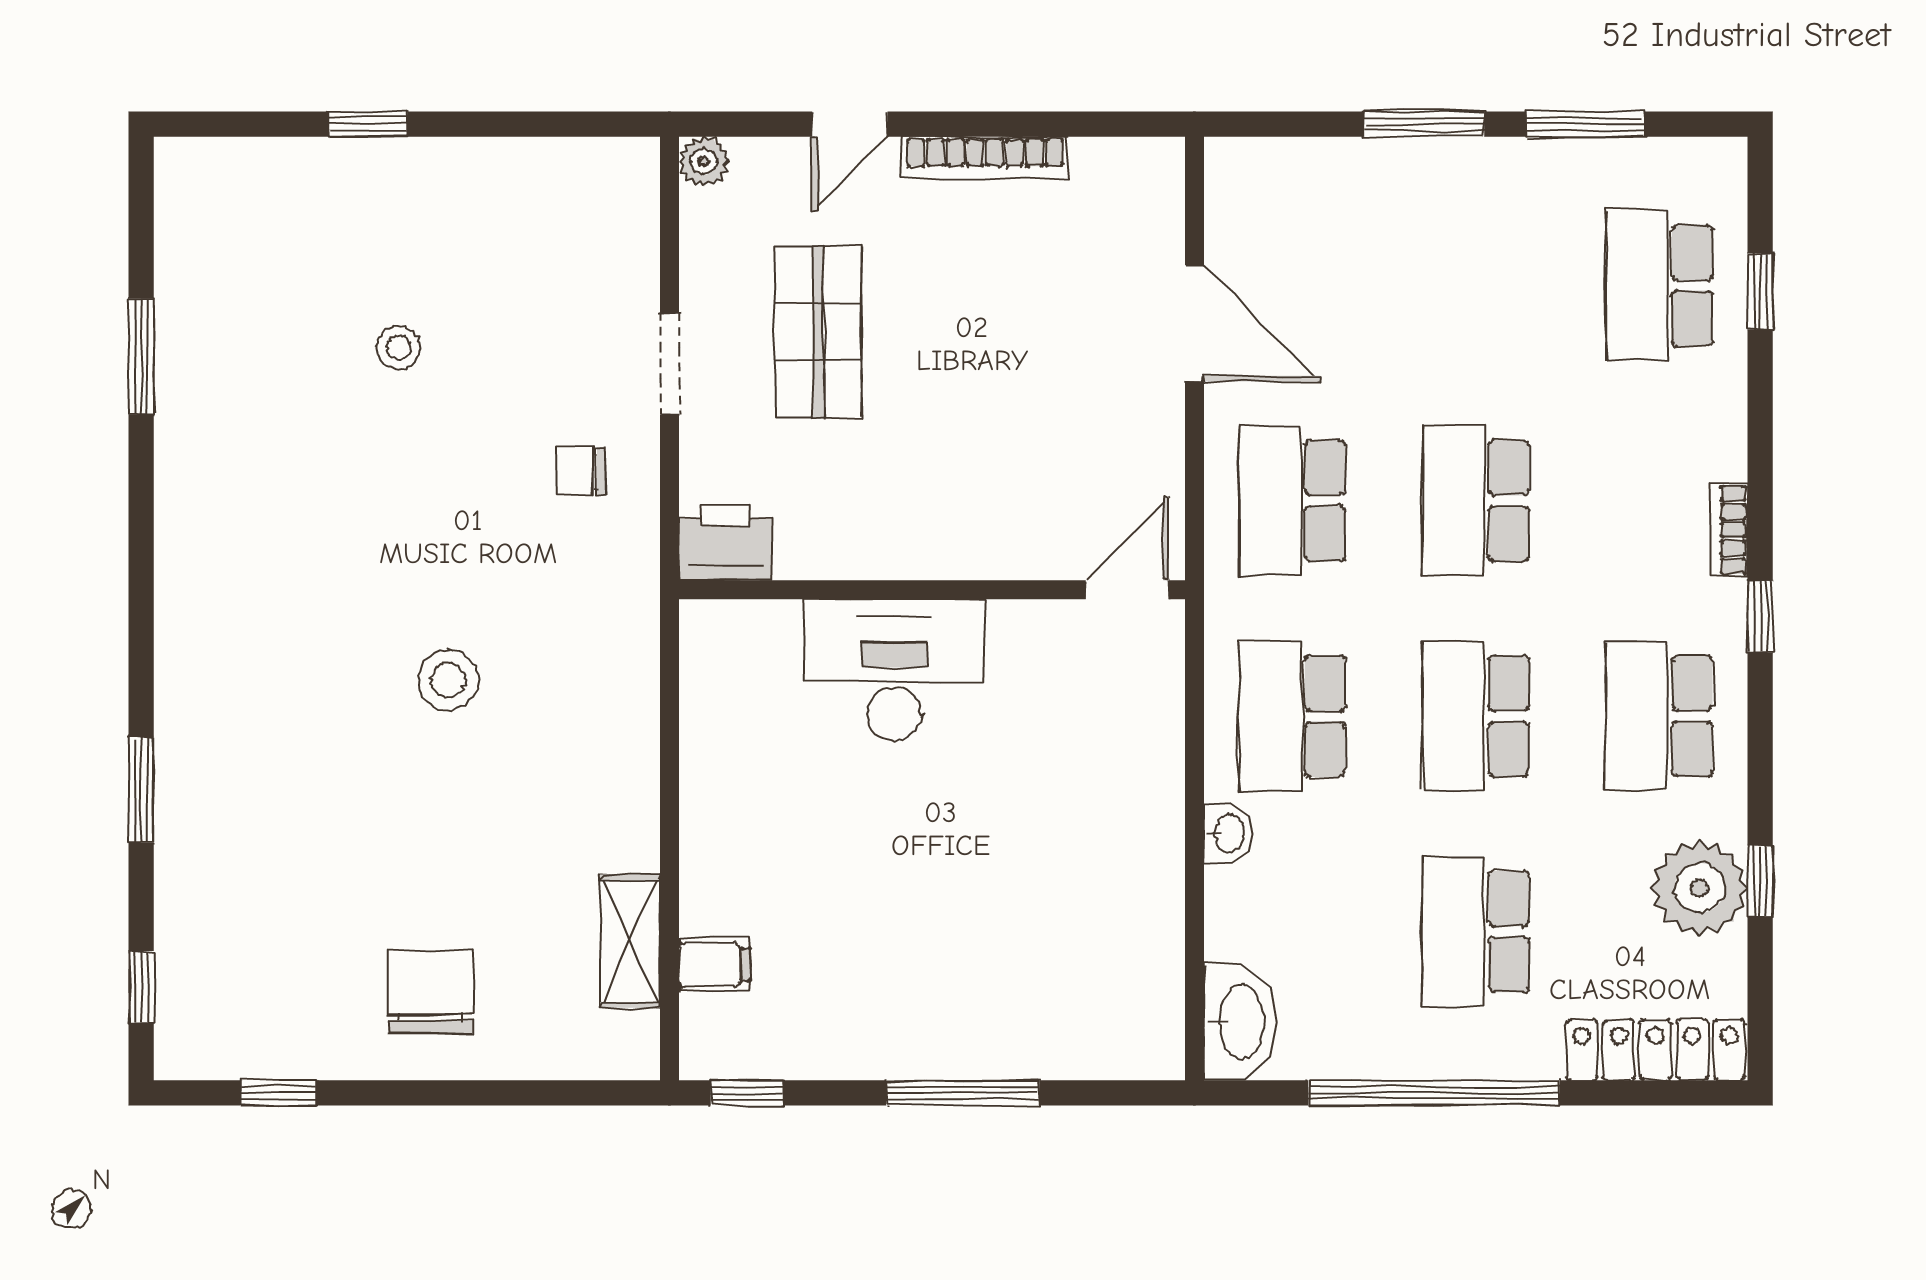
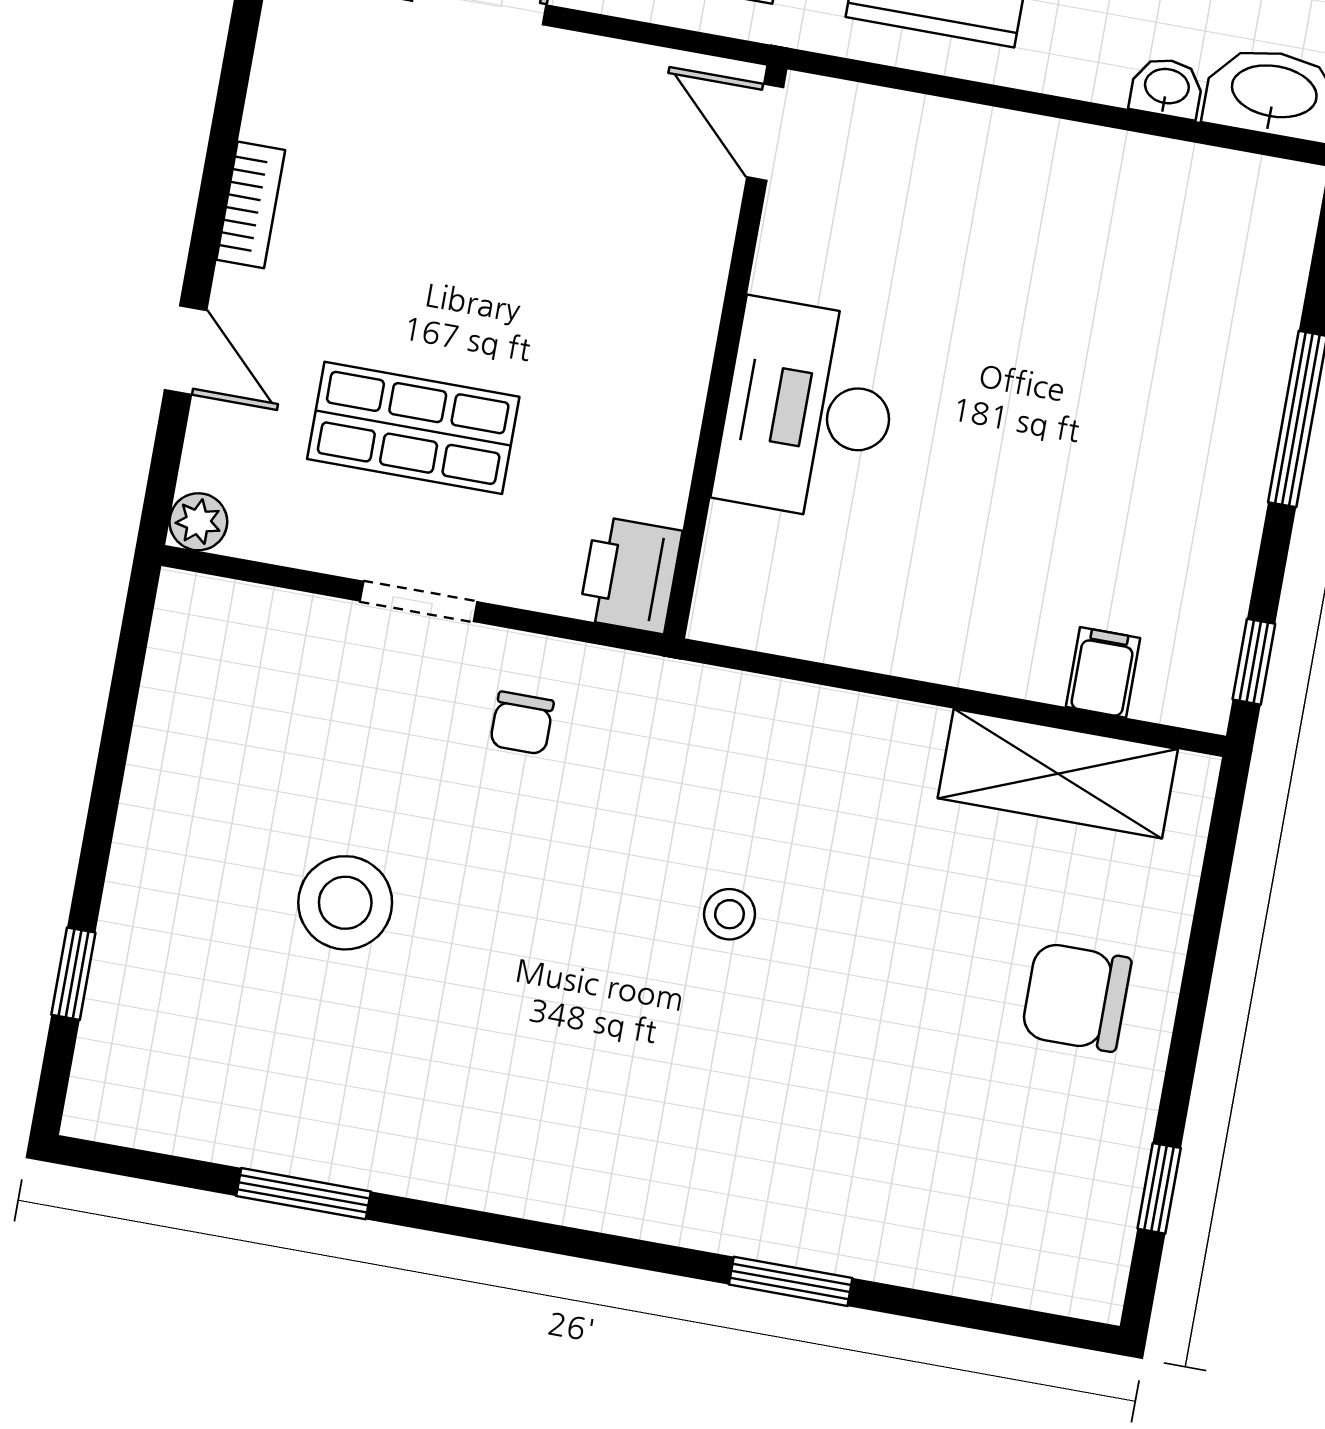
window: (368, 124) -> (73, 974), moved
bookcase: (985, 158) -> (251, 205), width x0.64
stool: (398, 347) -> (345, 903), width x1.89, depth x1.89
stool: (448, 680) -> (730, 914), width x0.73, depth x0.73
washbasin: (1228, 834) -> (1167, 88), moved
shelving: (630, 941) -> (1058, 774), width x1.50, depth x1.33
window: (141, 987) -> (1012, 1321), removed

